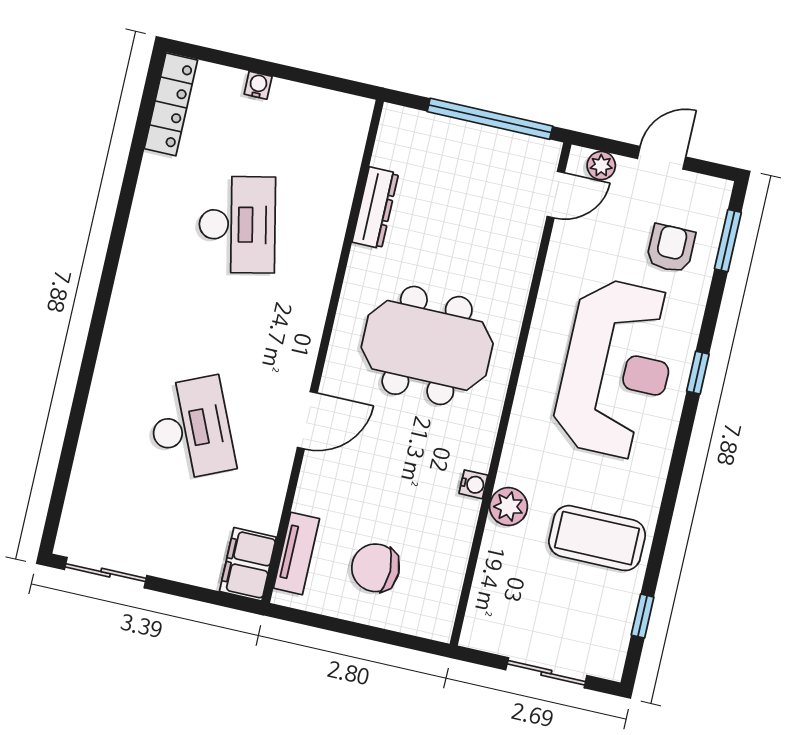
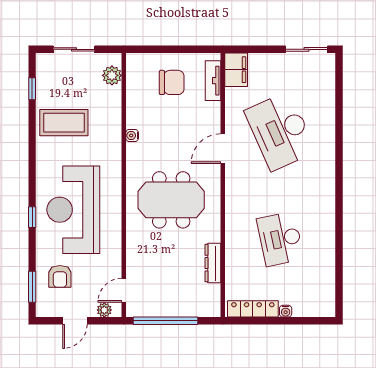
locker: (171, 104) -> (253, 309), moved, turned 90
desk: (191, 429) -> (280, 131), width x1.36, depth x1.30
plant: (509, 507) -> (112, 75), moved

